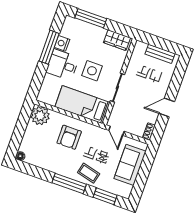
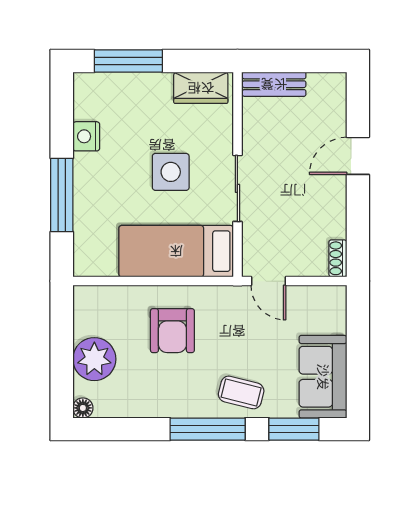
window: (49, 47) -> (62, 195), moved
bench: (160, 54) -> (274, 84), moved
desk: (62, 65) -> (103, 182), removed
door: (167, 108) -> (358, 156), moved
plant: (40, 116) -> (94, 359), moved
sofa: (130, 165) -> (323, 377), moved

